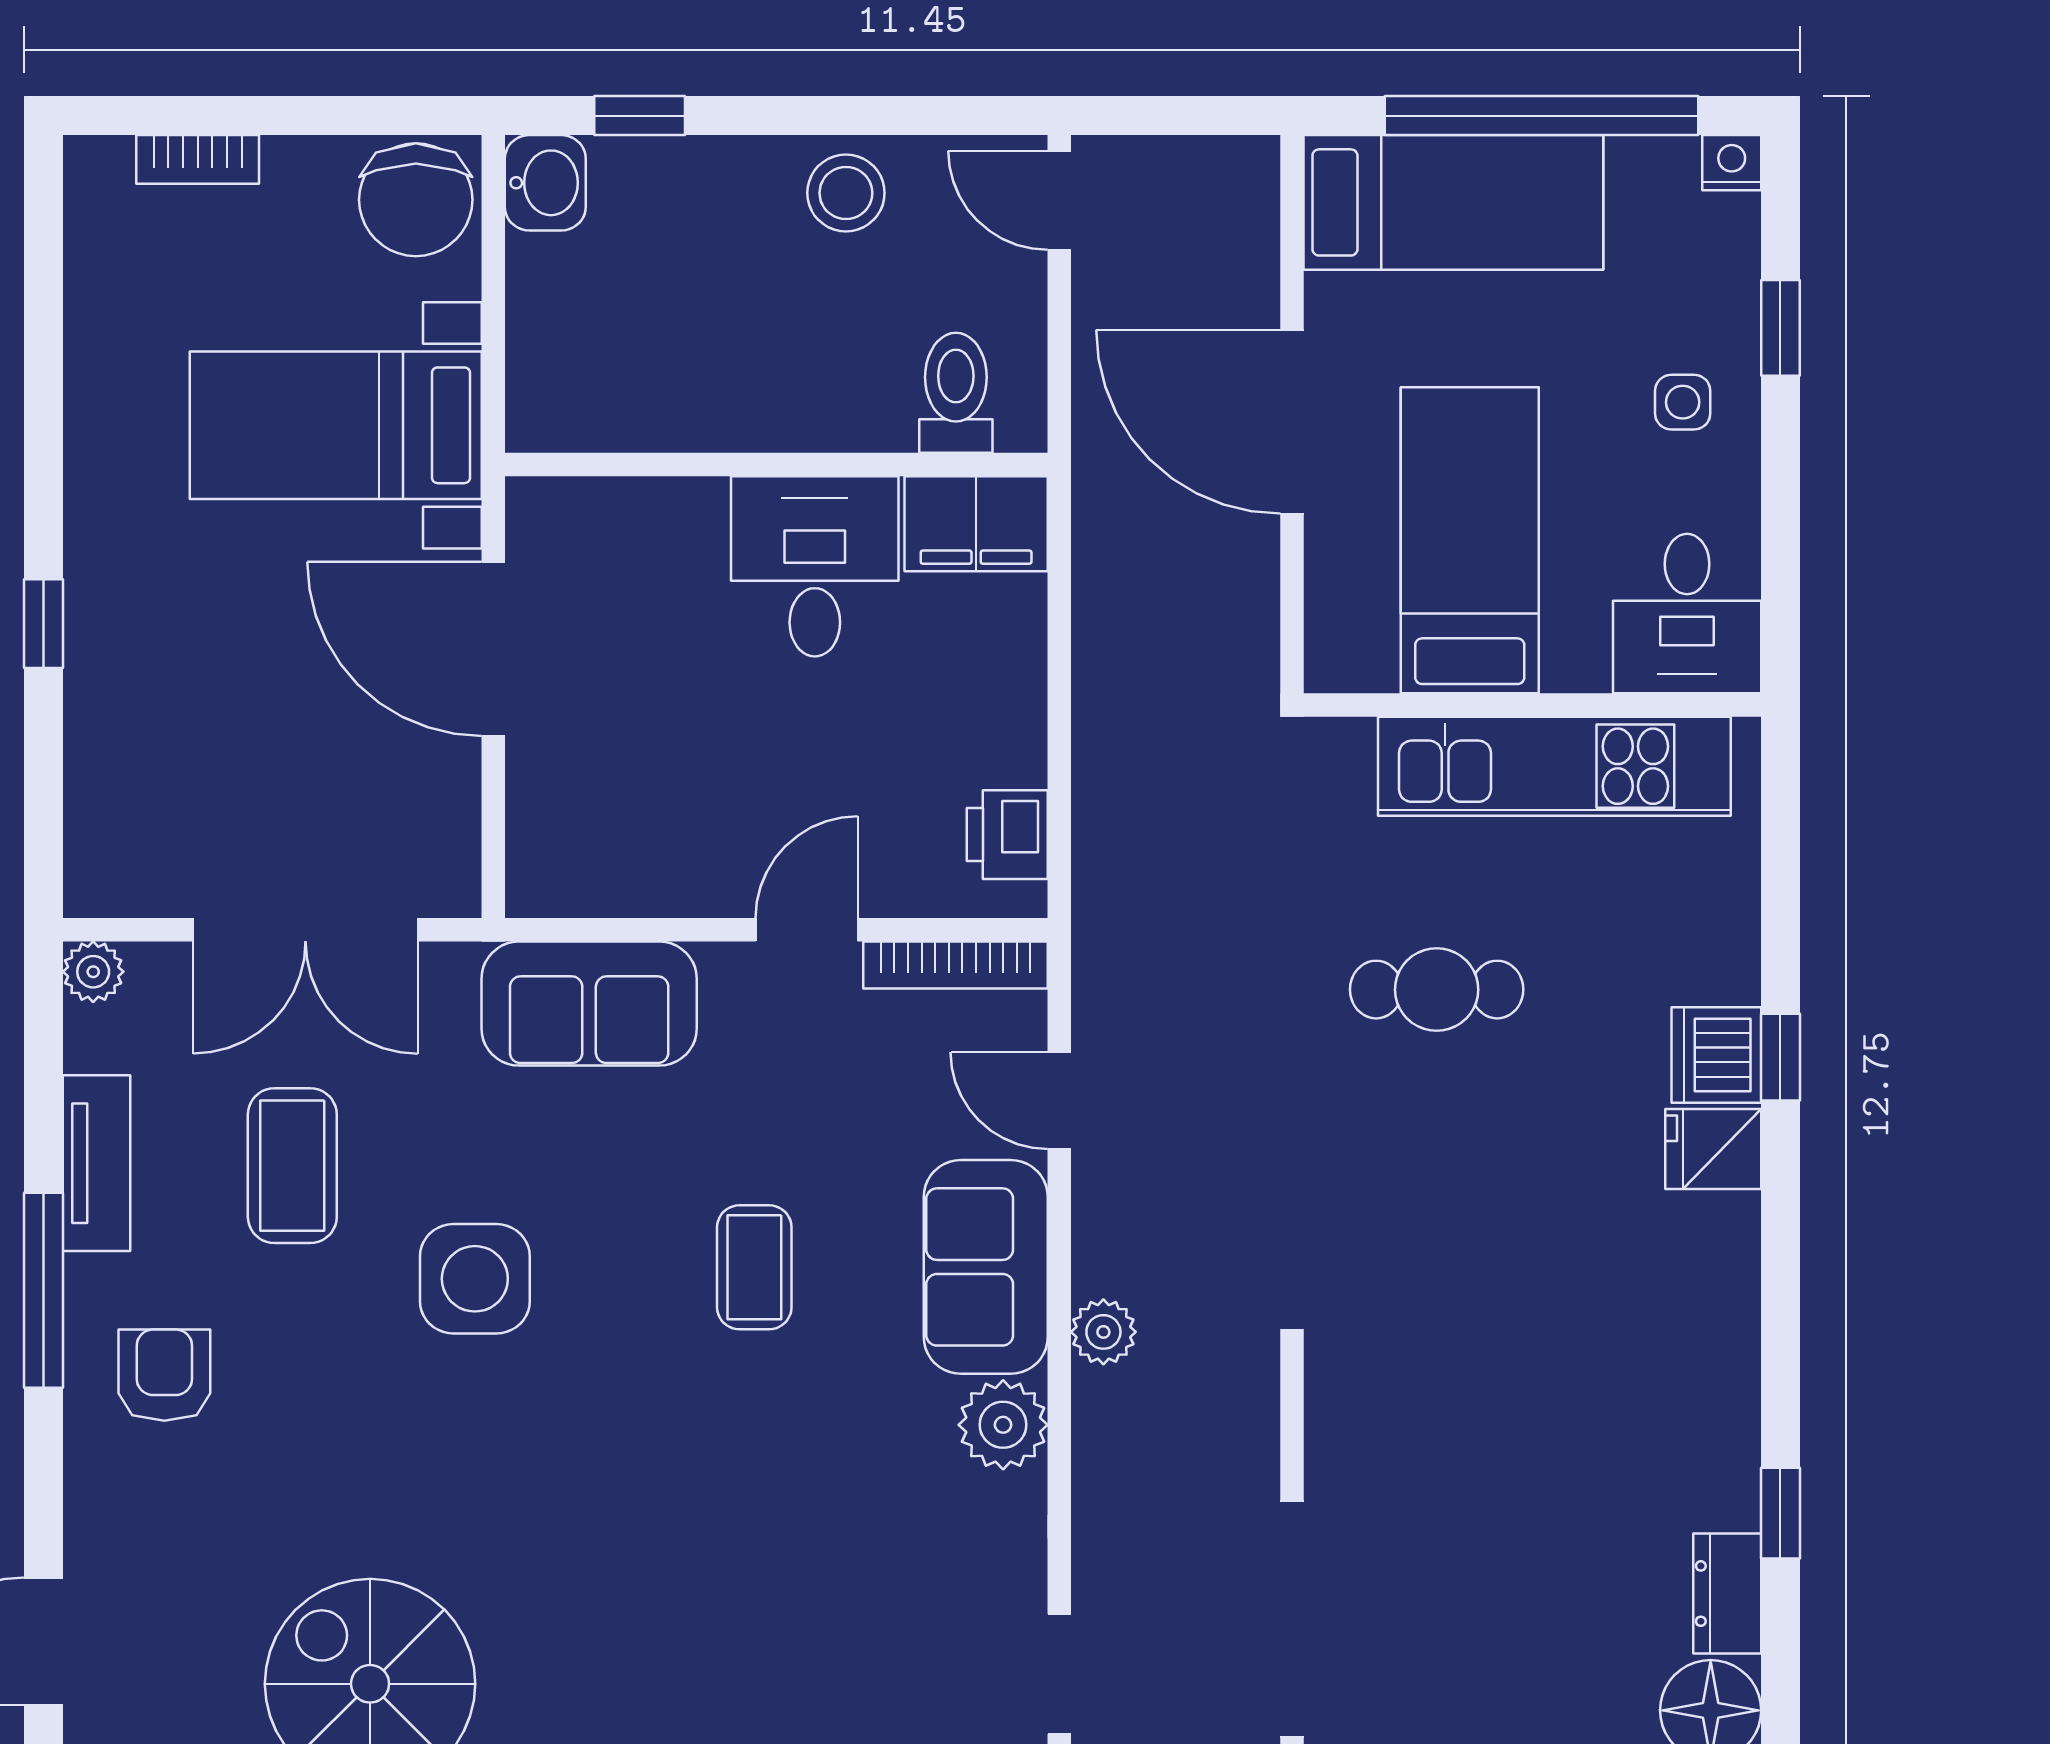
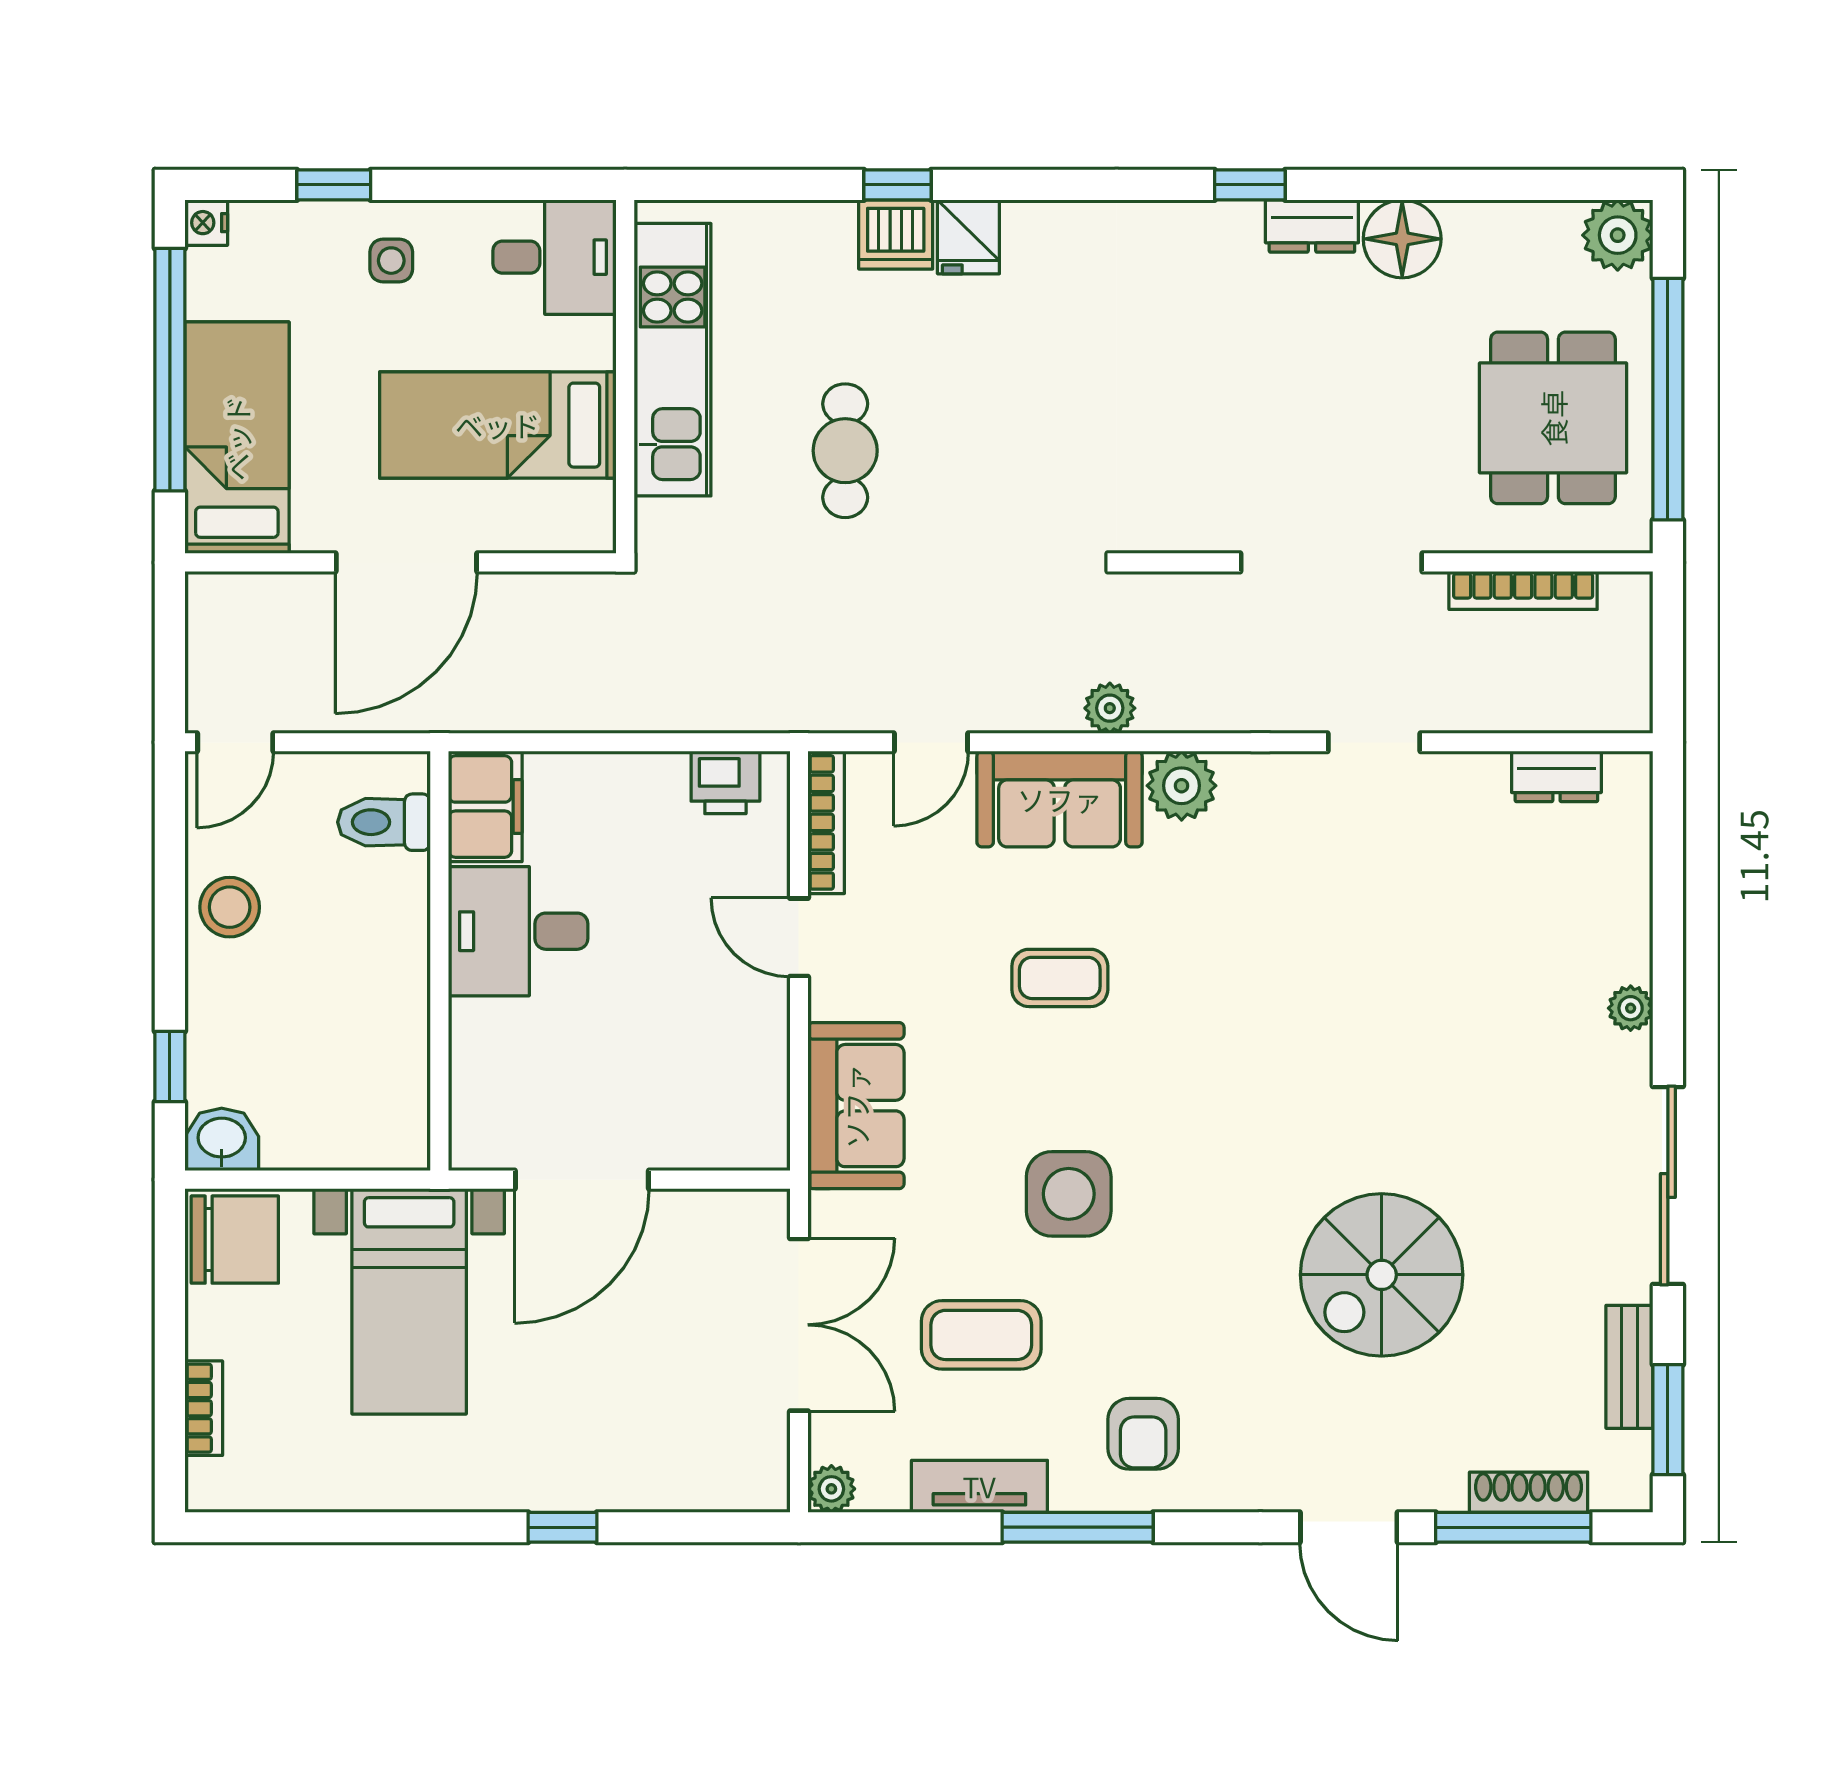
armchair: (164, 1375) -> (1143, 1434), turned -90

